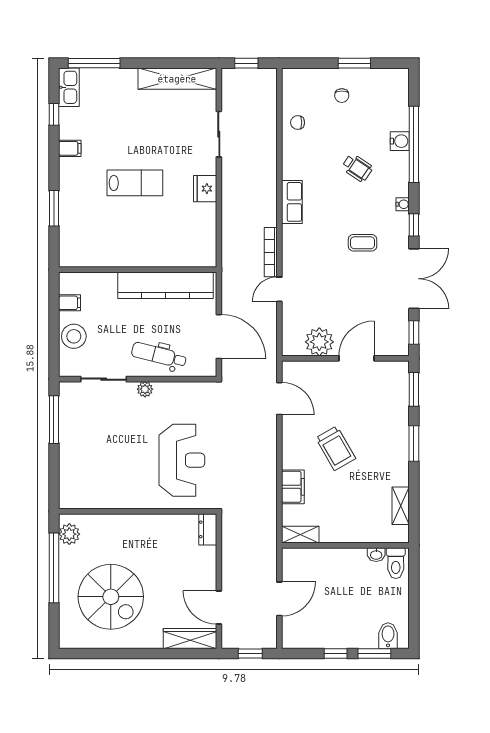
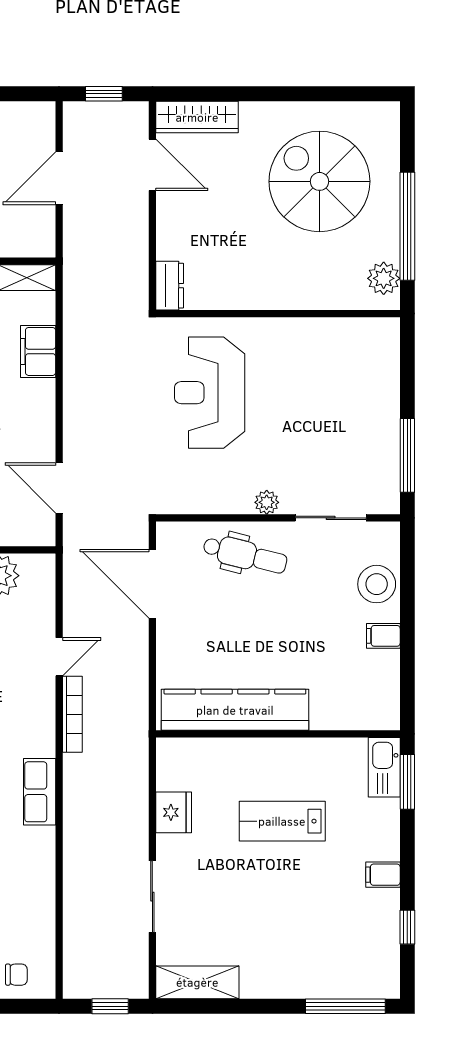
shelving: (177, 79) -> (197, 982), width x0.68
kitchen sink: (69, 87) -> (384, 767), moved
chair: (298, 123) -> (16, 975), moved
wall: (138, 270) -> (278, 734), moved
kitchen counter: (165, 285) -> (235, 710), moved

